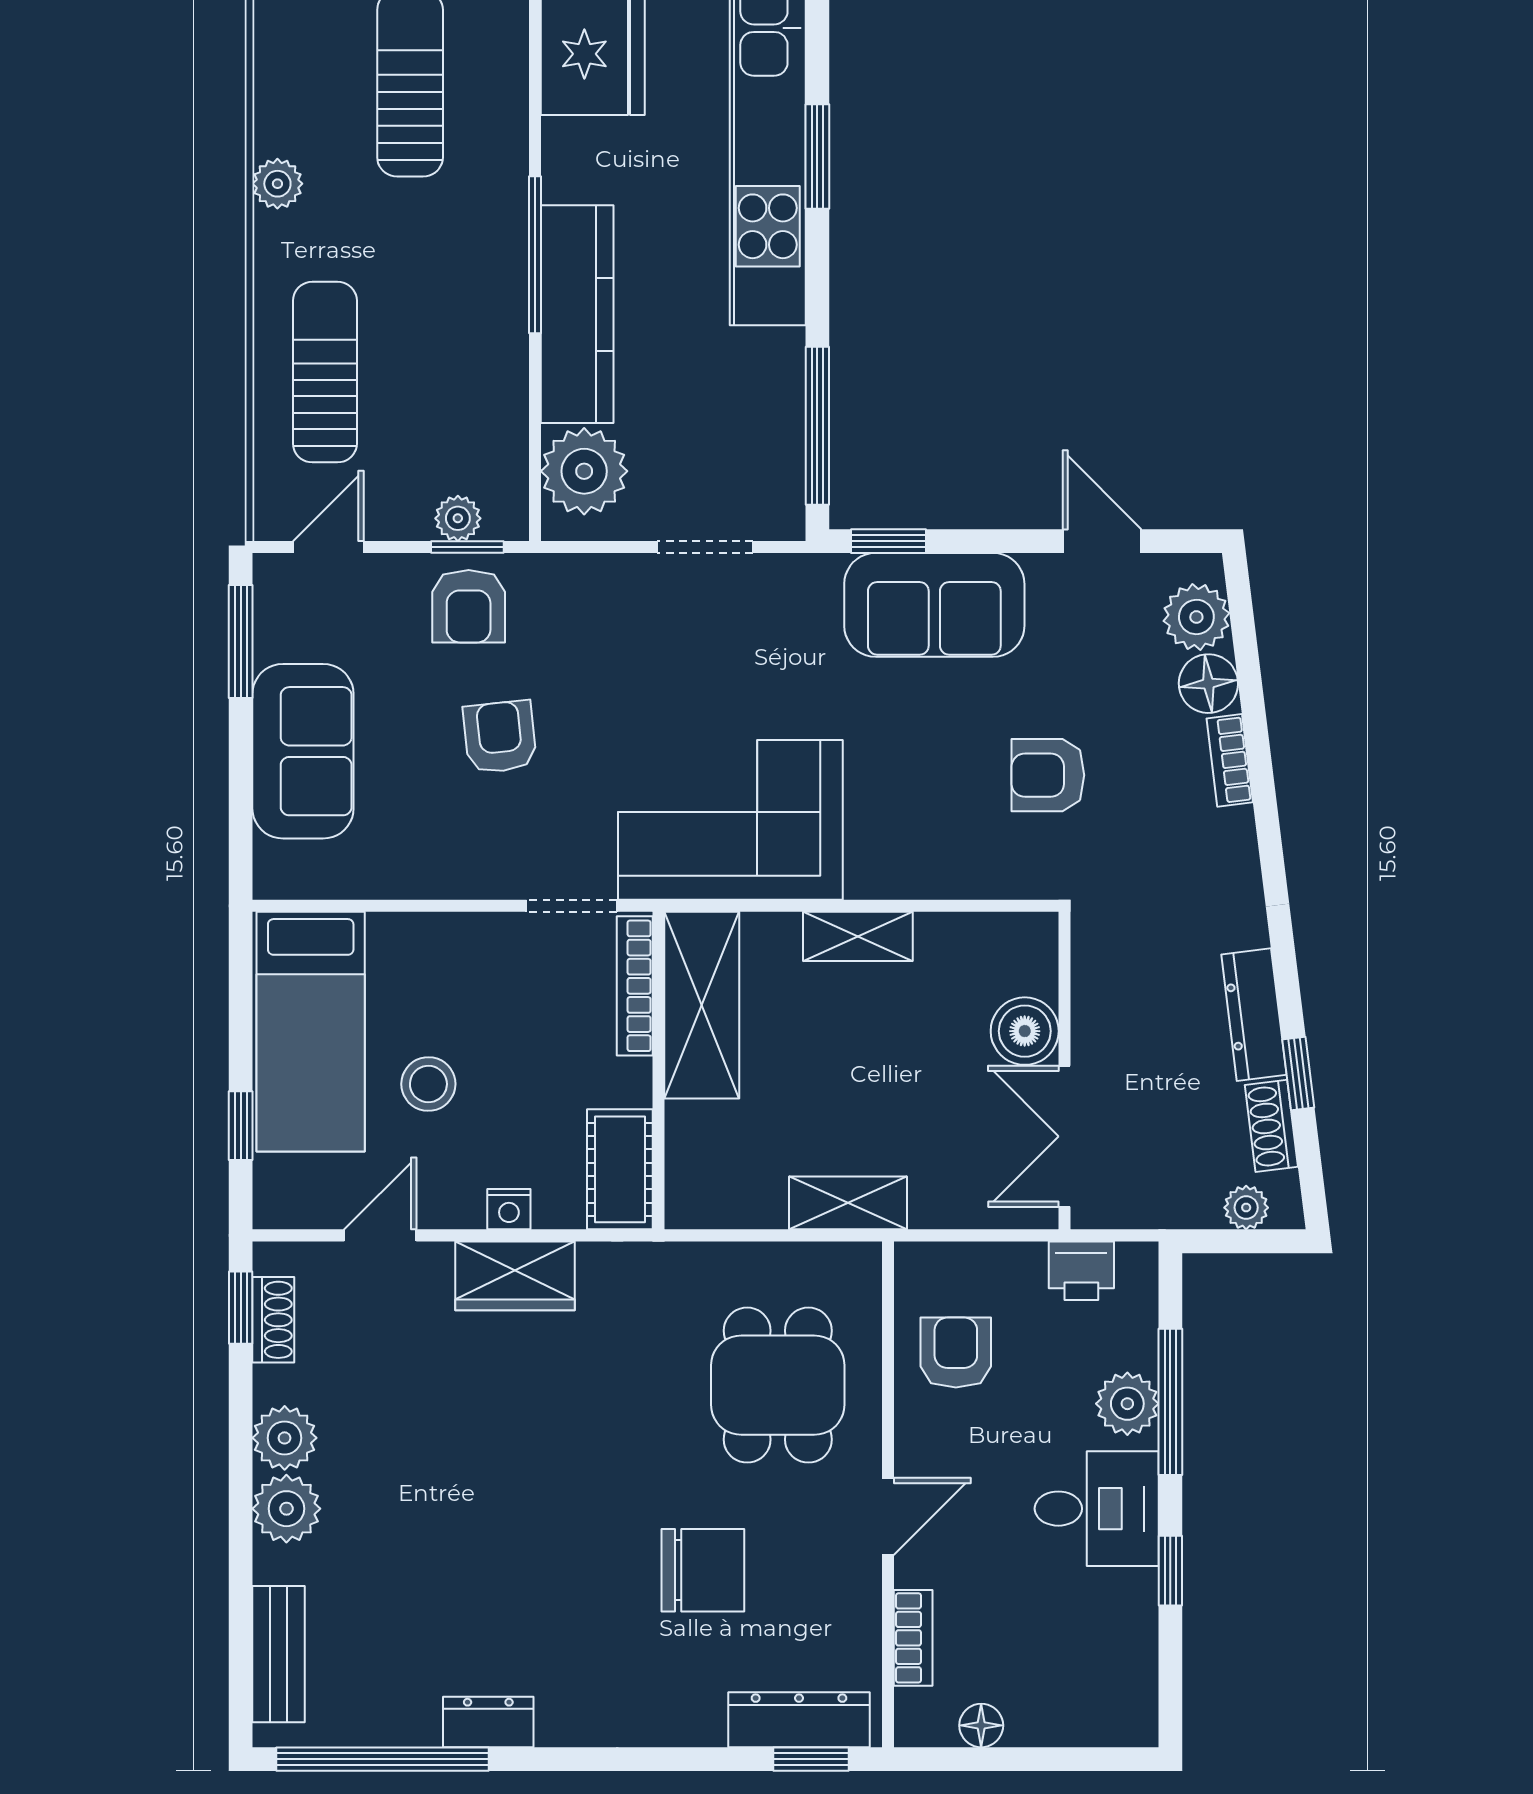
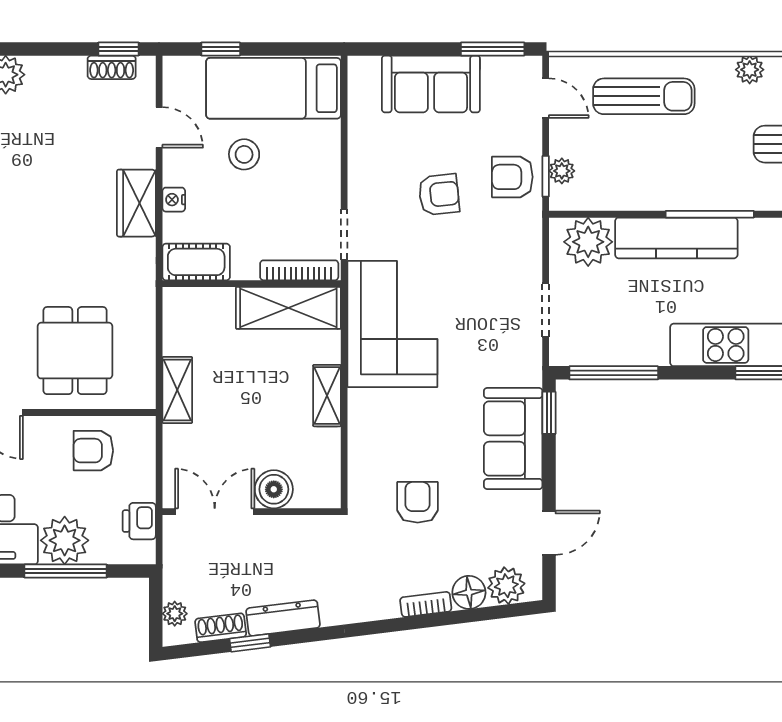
armchair: (956, 1353) -> (93, 451), turned 180
dining table: (778, 1385) -> (75, 351), turned 90
plant: (1127, 1404) -> (65, 540), width x1.36, depth x1.36
plant: (285, 1438) -> (45, 74), removed

